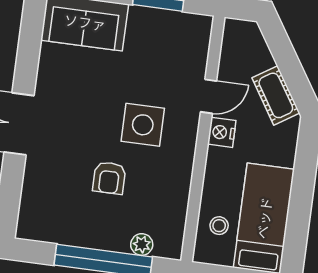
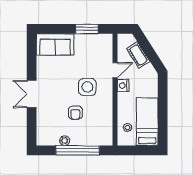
cot: (276, 95) -> (138, 55), moved
plant: (142, 244) -> (65, 141), moved

